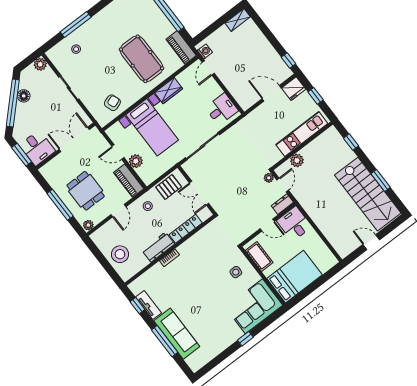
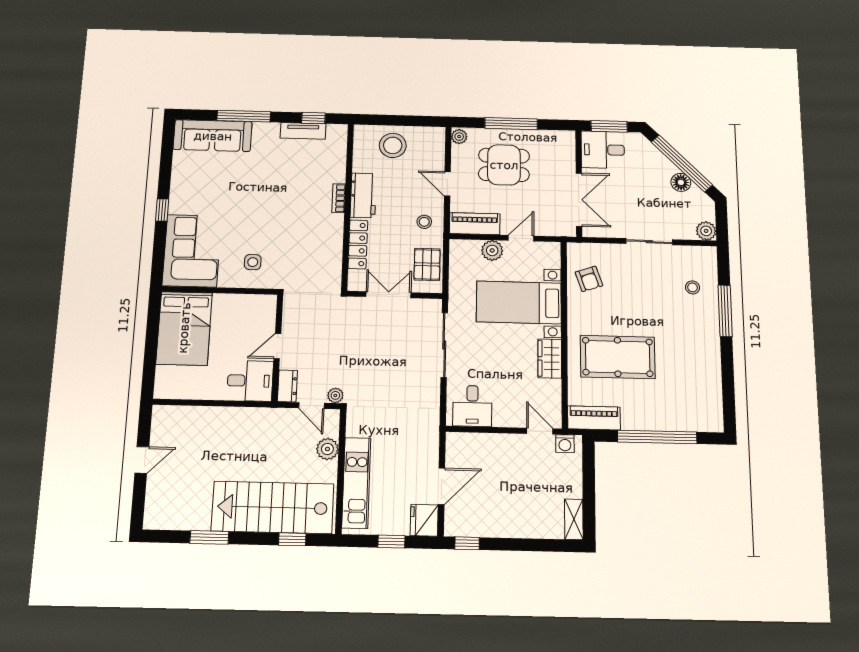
stairs: (368, 194) -> (273, 507), moved
cot: (259, 257) -> (247, 305), removed
sofa: (177, 334) -> (213, 136), moved

